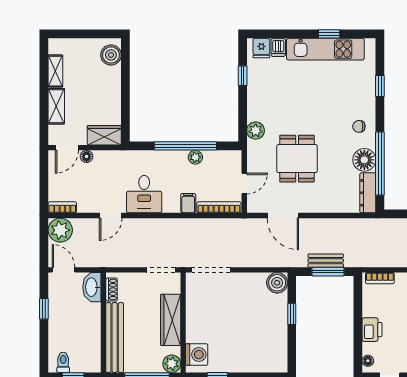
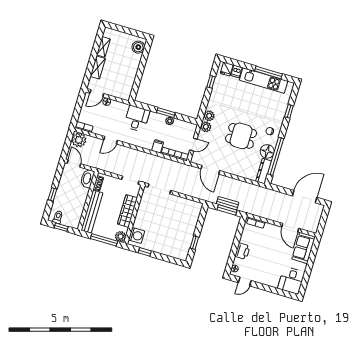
window: (329, 34) -> (268, 72), width x2.17
wardrobe: (104, 135) -> (121, 93), removed
window: (185, 146) -> (166, 113), width x0.47
plant: (255, 149) -> (206, 127), added
dining table: (297, 159) -> (241, 136), moved, turned 90
desk: (144, 194) -> (137, 119), moved, turned 180
boiler: (277, 283) -> (196, 208), removed
window: (44, 309) -> (52, 194), moved
window: (292, 314) -> (194, 243), moved

